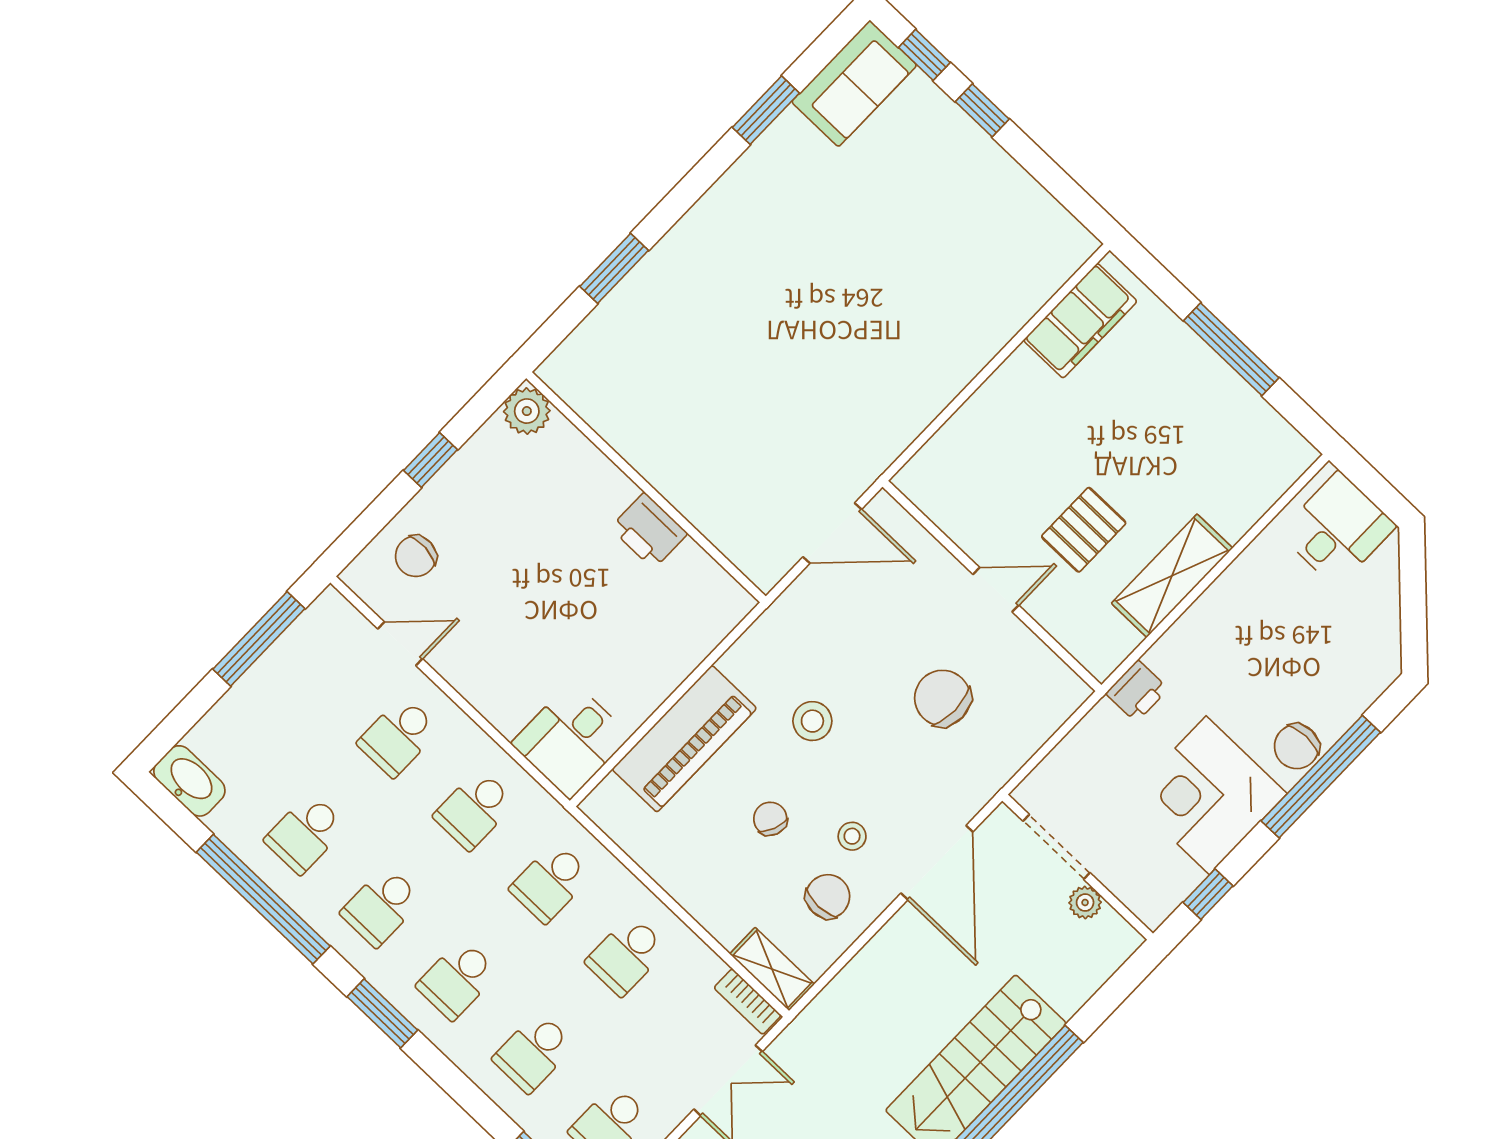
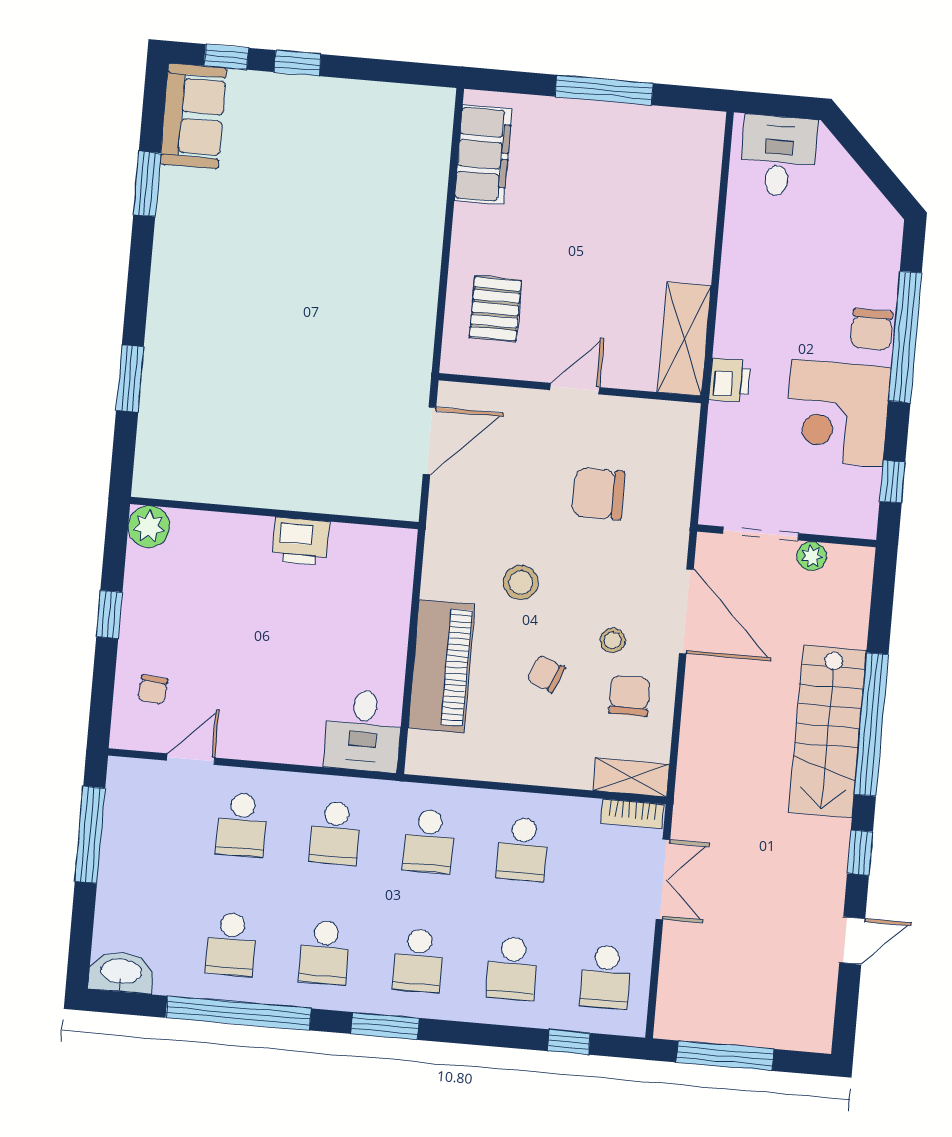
pallet: (1084, 530) -> (495, 309), moved
chair: (416, 556) -> (153, 690), width x0.73, depth x0.73
shelving: (1172, 576) -> (684, 339), moved

